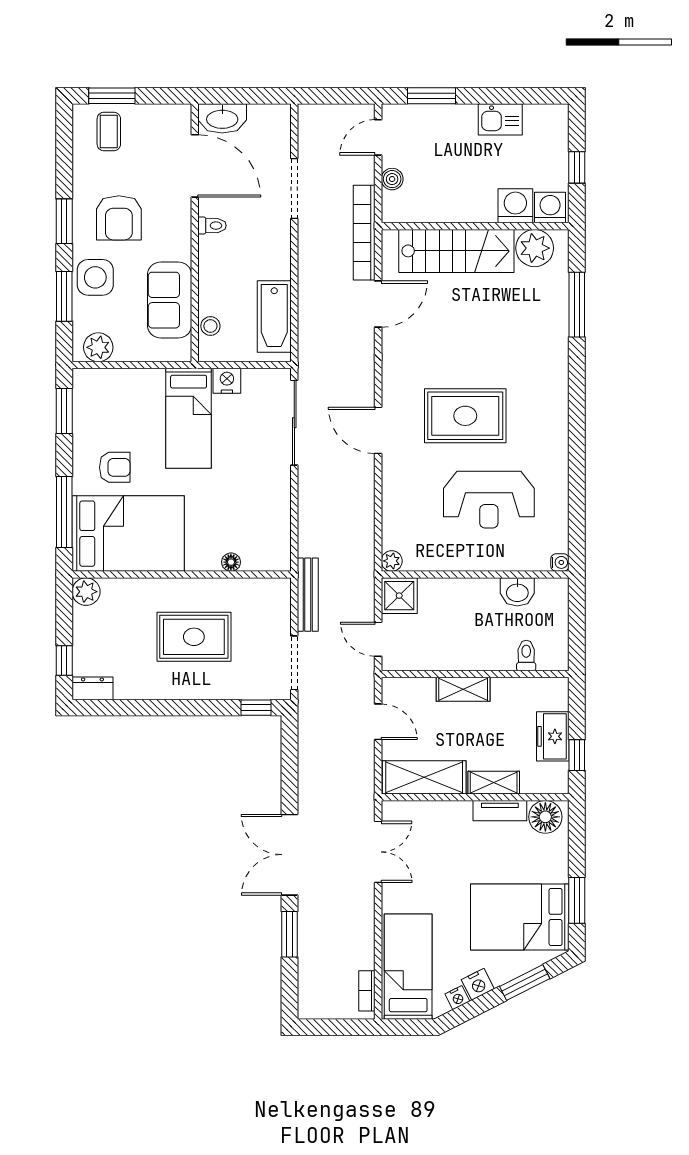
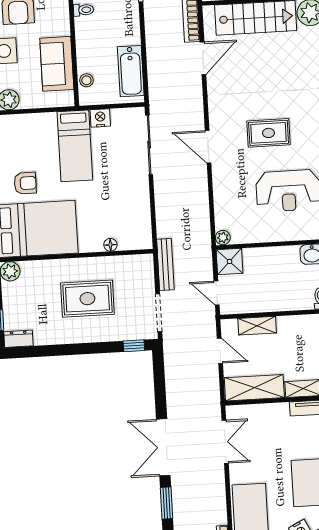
rug: (465, 416) -> (269, 133), width x0.73, depth x0.70
shelving: (463, 689) -> (257, 326), moved

